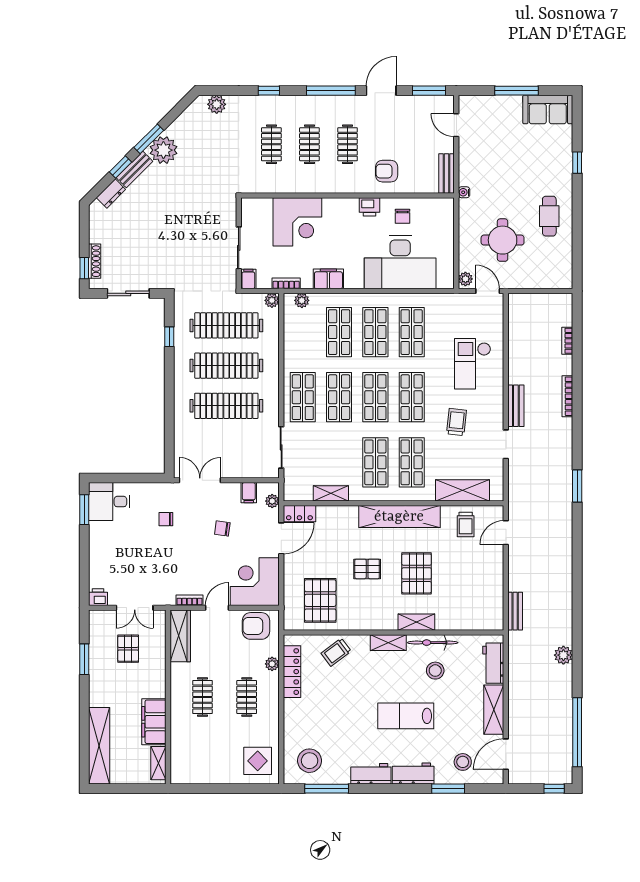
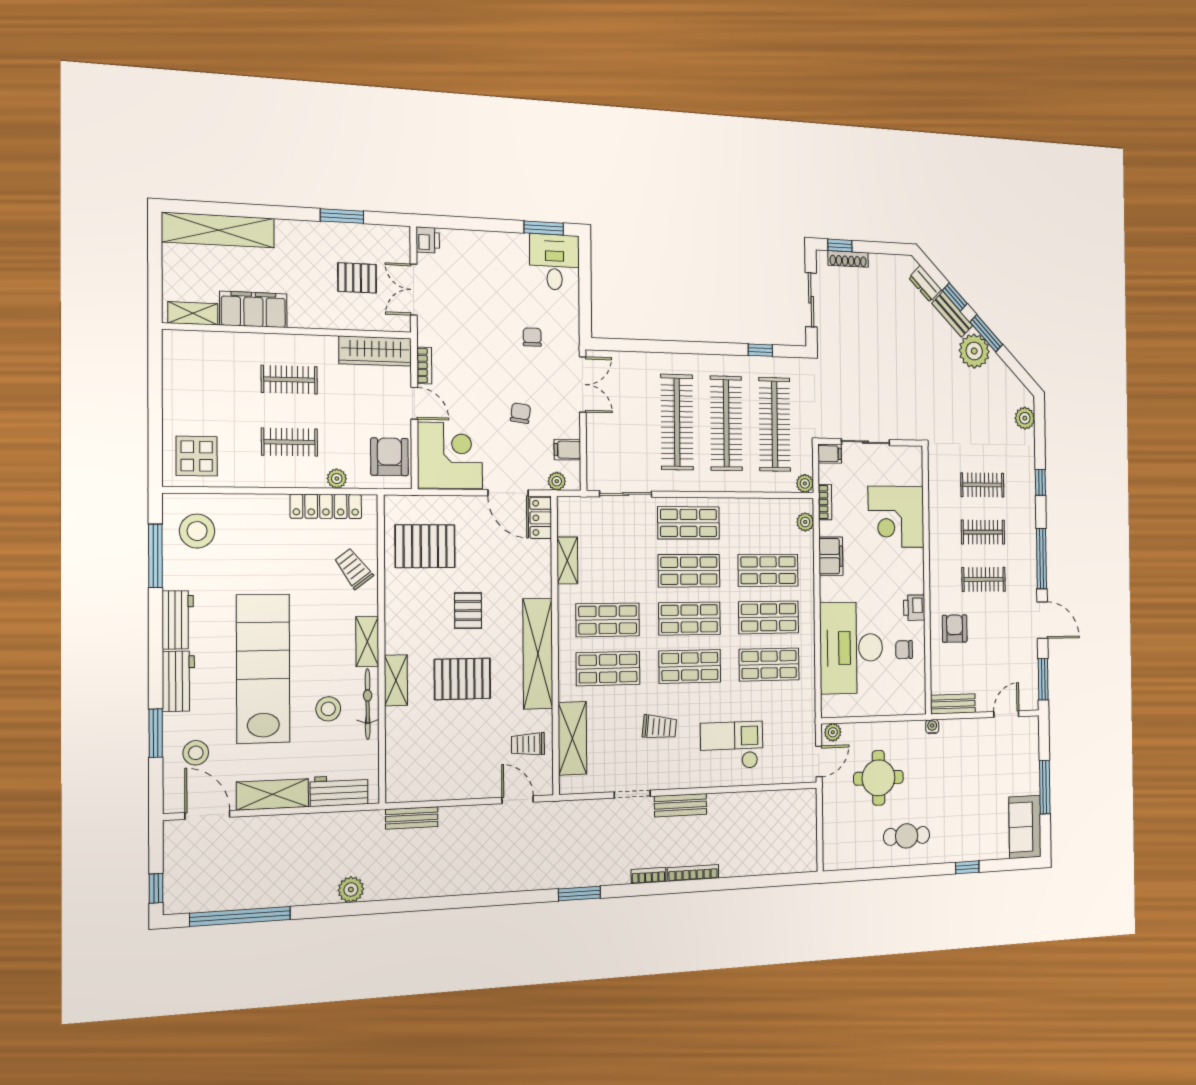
bookcase: (567, 341) -> (648, 876), moved
lab bench: (406, 716) -> (263, 669), width x1.86, depth x1.39

